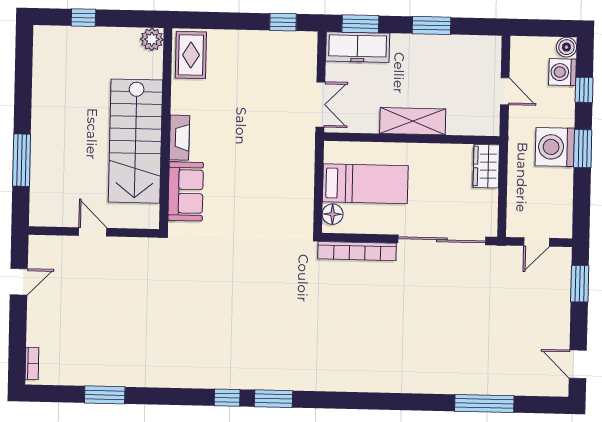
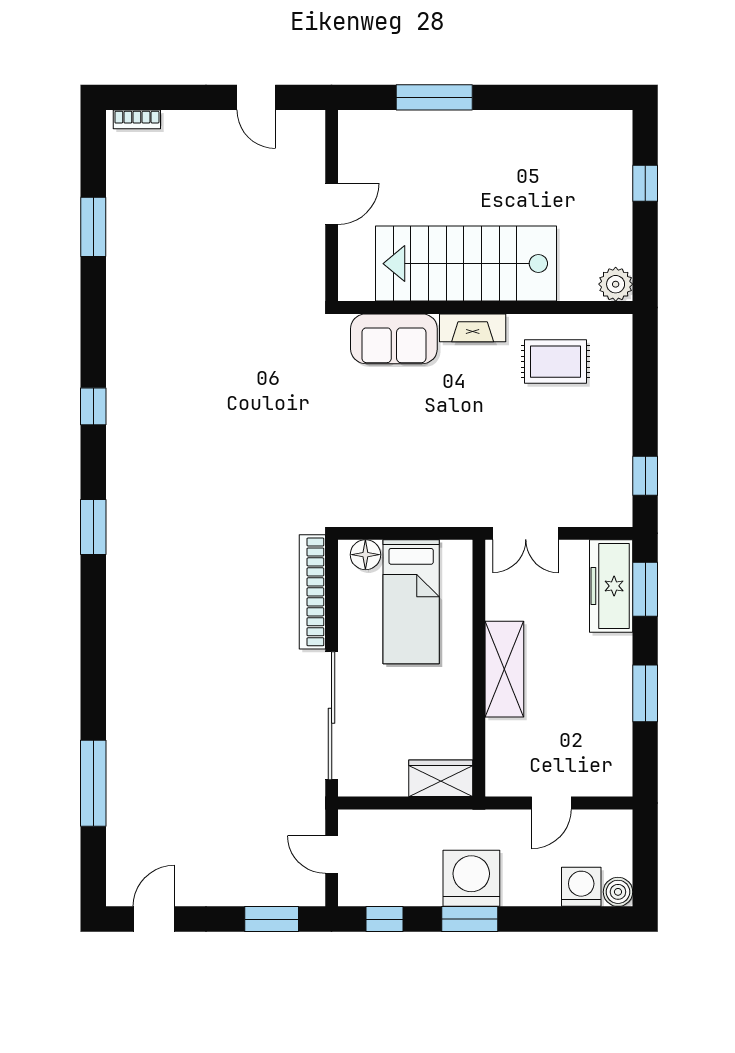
rug: (191, 55) -> (556, 362), moved
window: (584, 90) -> (385, 919), moved
window: (273, 399) -> (93, 527), moved

